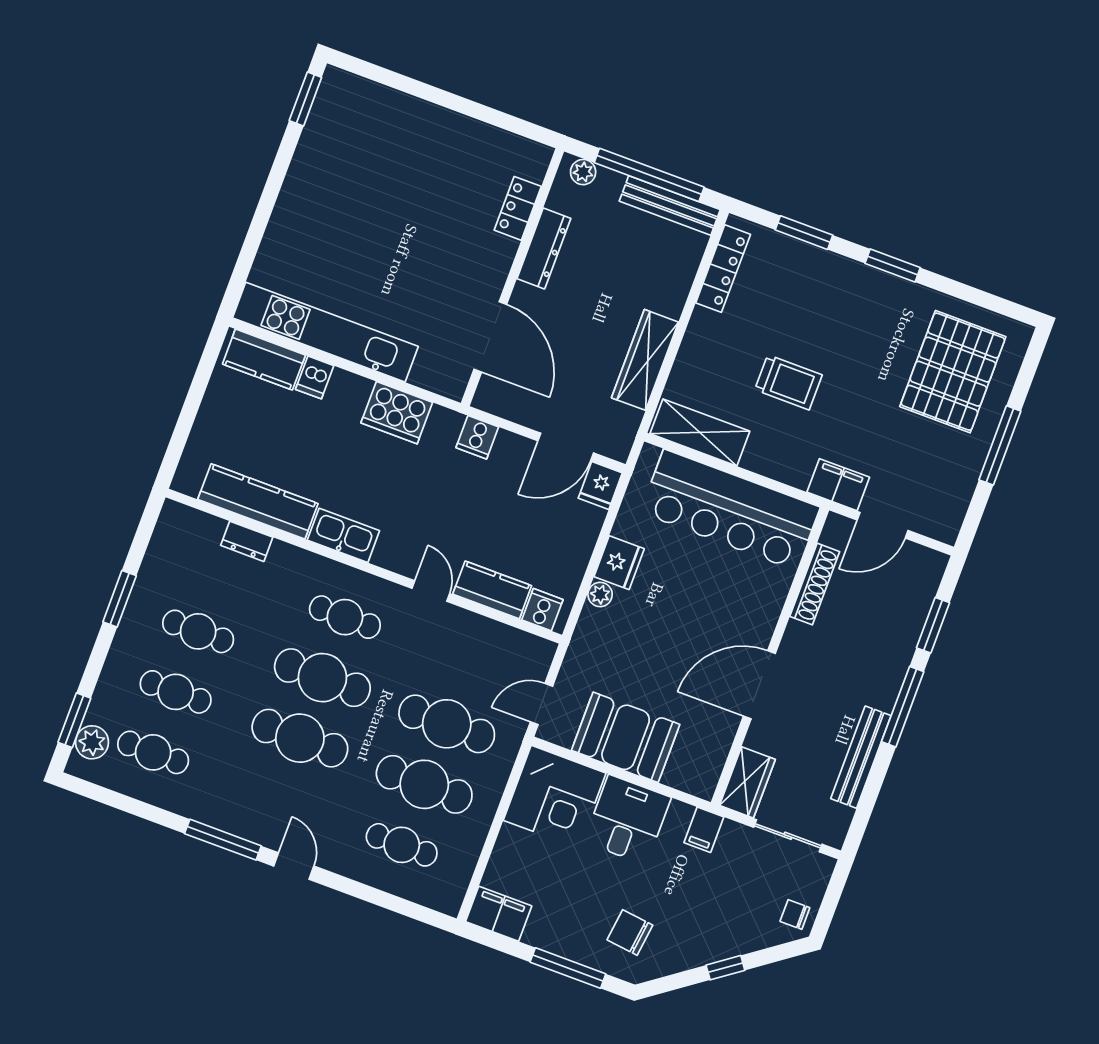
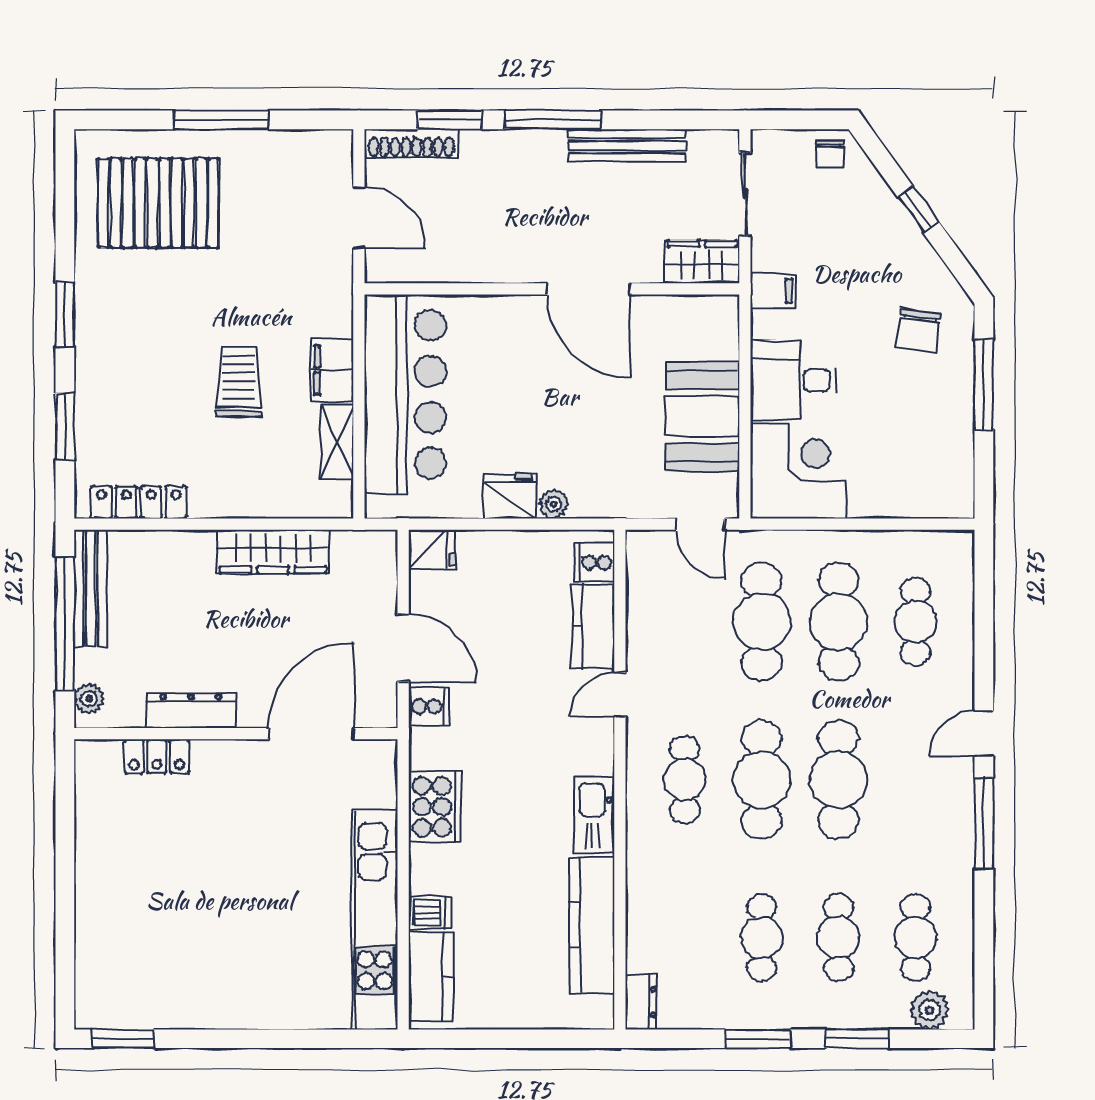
shelving: (700, 432) -> (337, 442), width x0.67, depth x0.75
door: (566, 447) -> (403, 648), moved
filing cabinet: (838, 485) -> (332, 370), moved
dresser: (247, 541) -> (641, 1002), moved
shoe rack: (815, 584) -> (411, 143), moved, turned 180
window: (74, 720) -> (857, 1039), moved
filing cabinet: (499, 914) -> (952, 485), removed

